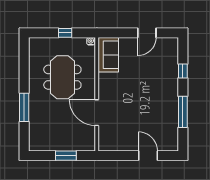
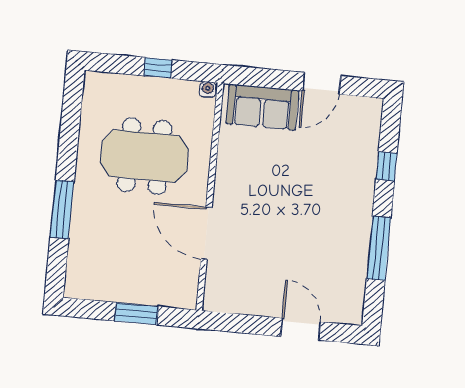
sofa: (108, 55) -> (262, 107), moved, turned 90
meeting table: (62, 77) -> (144, 156), turned 90

